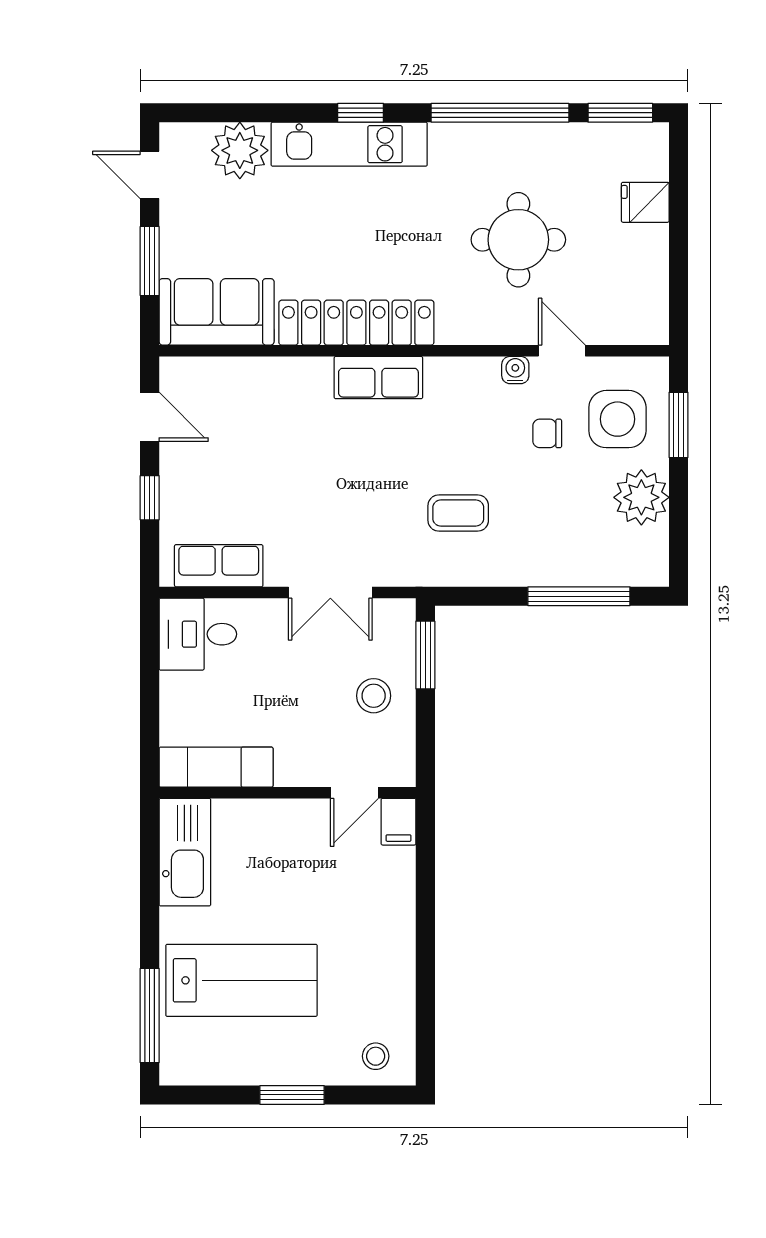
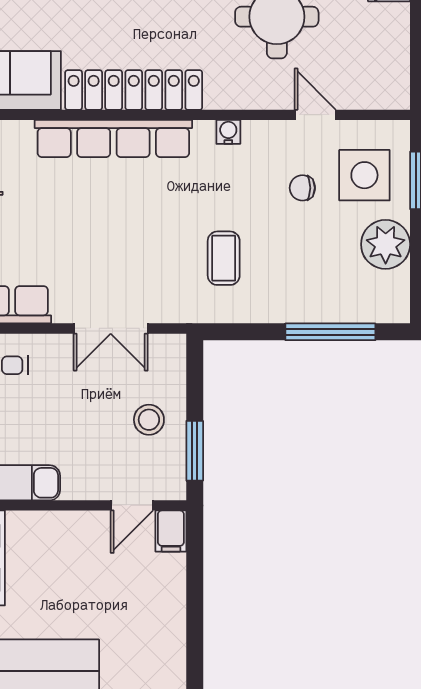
water cooler: (515, 370) -> (228, 132), moved
row of seats: (378, 378) -> (113, 139), width x2.02
coffee table: (458, 513) -> (224, 258), turned 90
window: (425, 655) -> (195, 451), moved

